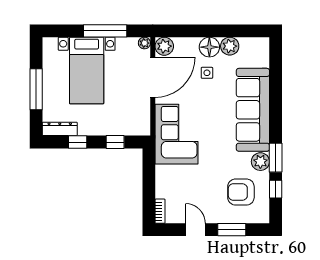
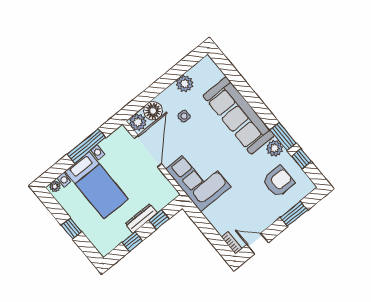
plant: (144, 43) -> (55, 186), moved
floor lamp: (209, 47) -> (153, 111), moved
window: (36, 89) -> (71, 228), width x0.46
dresser: (60, 129) -> (141, 218), moved
armchair: (241, 192) -> (278, 181), turned 180
door: (196, 230) -> (258, 244), moved

